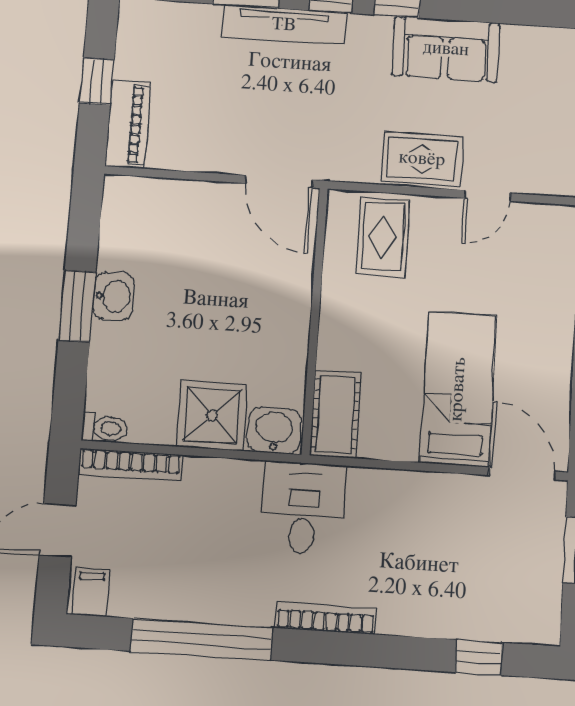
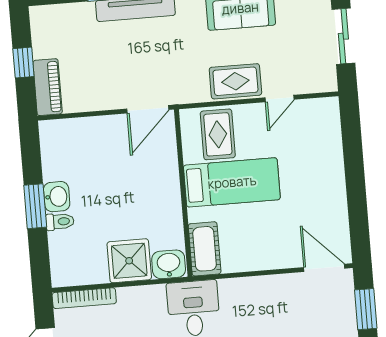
door: (279, 182) -> (148, 109), hinge flipped
bed: (458, 389) -> (232, 182), moved, turned 90
toilet: (104, 428) -> (60, 222), moved

